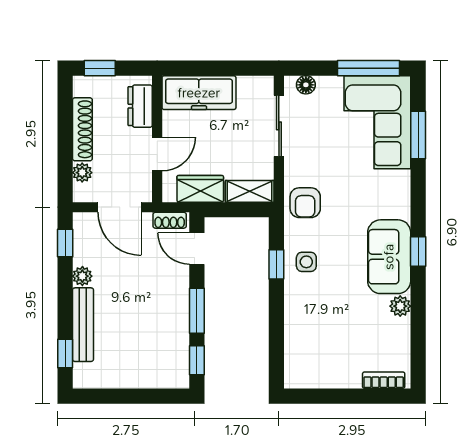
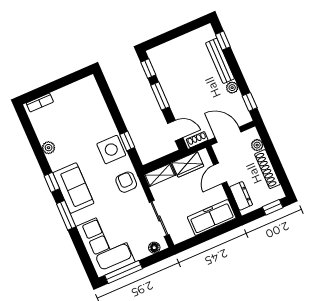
window: (418, 135) -> (66, 215), moved
sofa: (389, 257) -> (73, 188), moved
side table: (306, 262) -> (111, 150), width x1.87, depth x1.87

